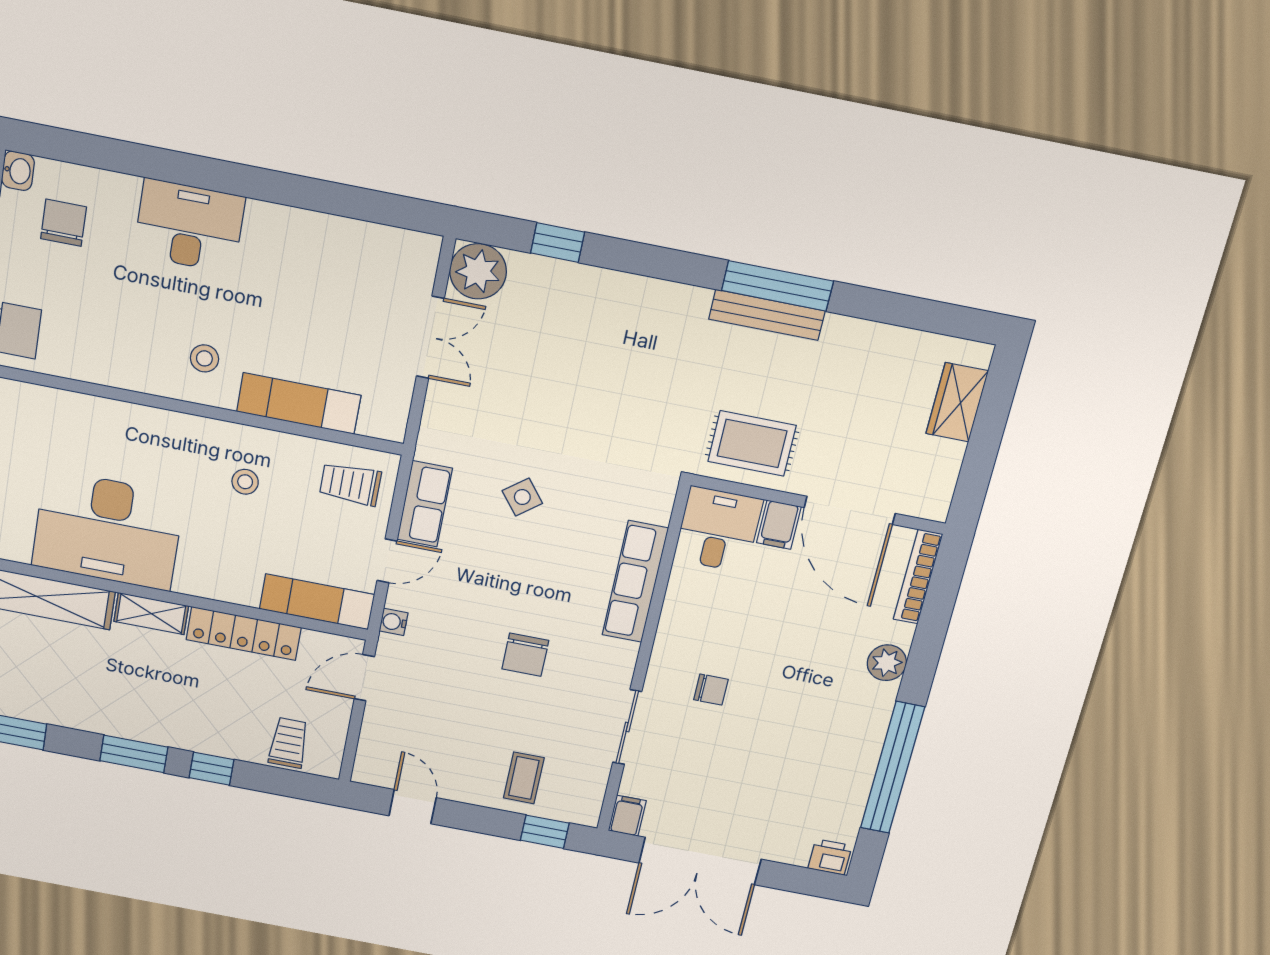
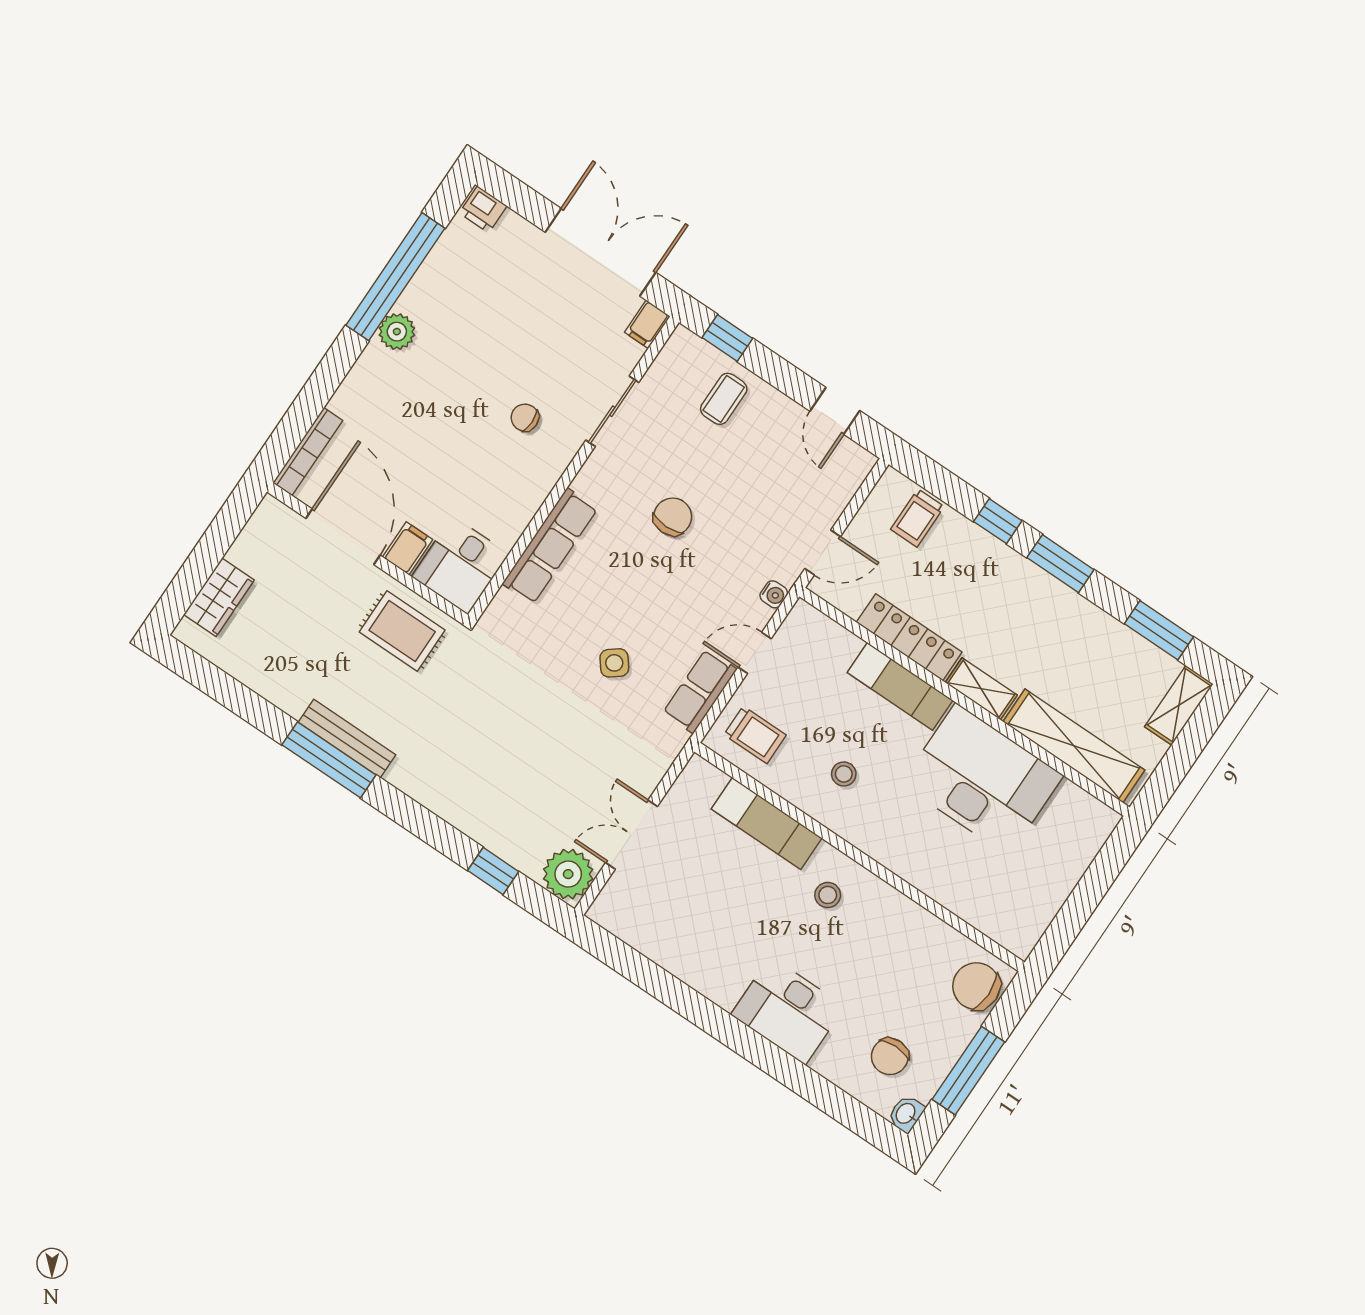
exam couch: (317, 602) -> (900, 686), moved
plant: (887, 663) -> (397, 332), moved

